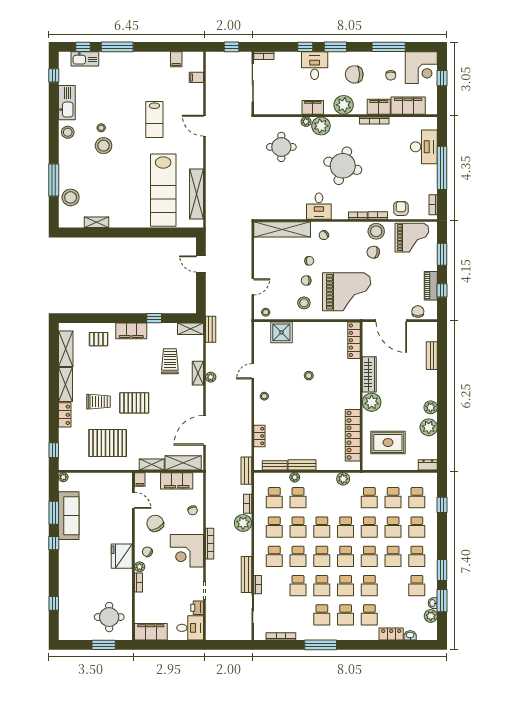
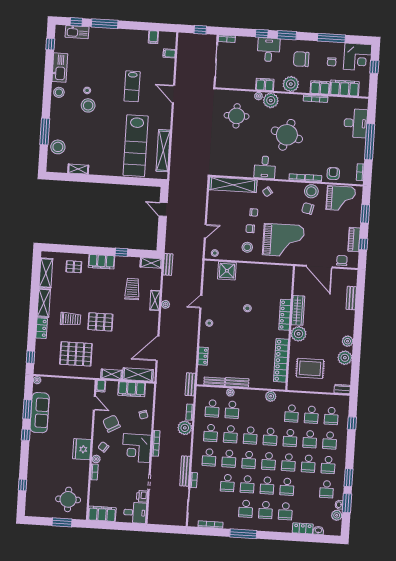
locker: (354, 340) -> (285, 315), moved

